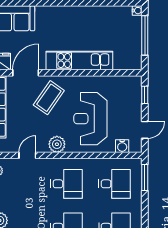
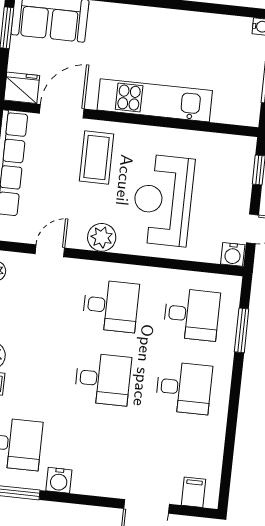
coffee table: (49, 98) -> (97, 157), turned -35
water cooler: (122, 146) -> (233, 254), moved
window: (145, 178) -> (242, 330), moved

